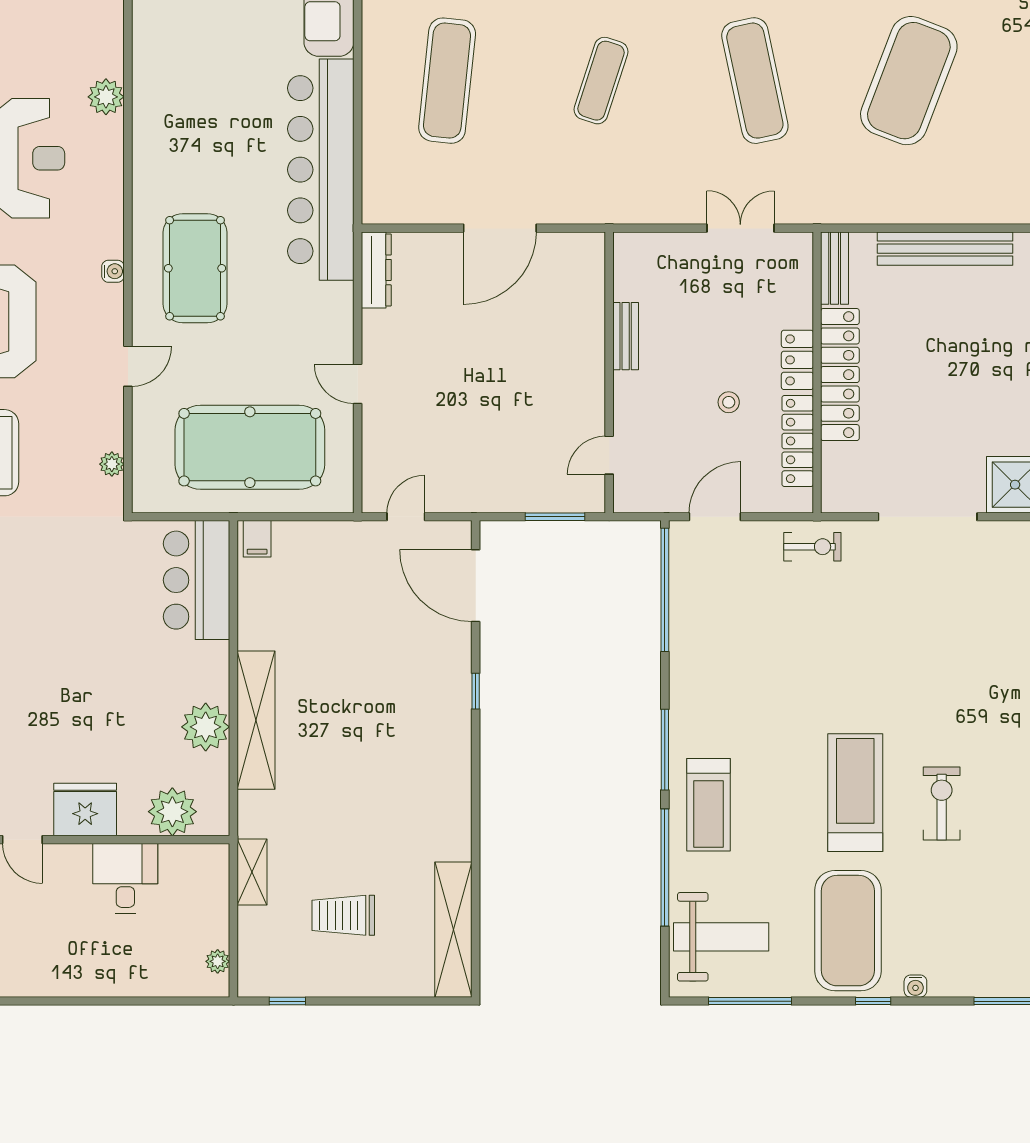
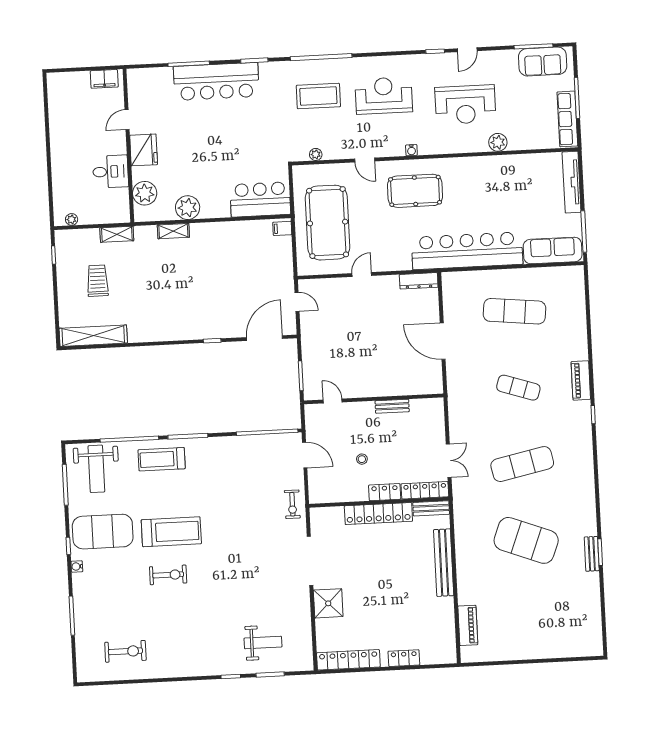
locker: (798, 441) -> (425, 490), moved
shelving: (256, 720) -> (173, 231), width x0.45, depth x0.75

